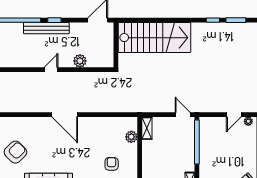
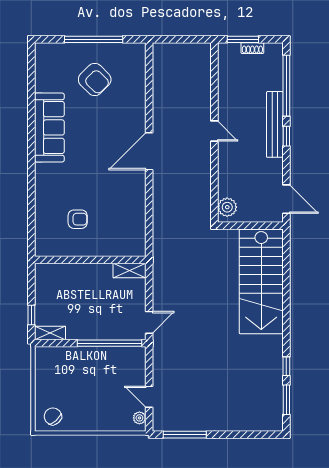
plant: (80, 61) -> (227, 207), moved
plant: (131, 137) -> (117, 248), removed

